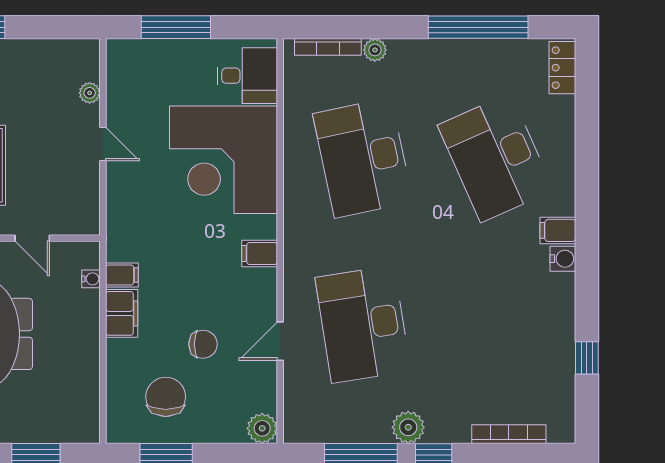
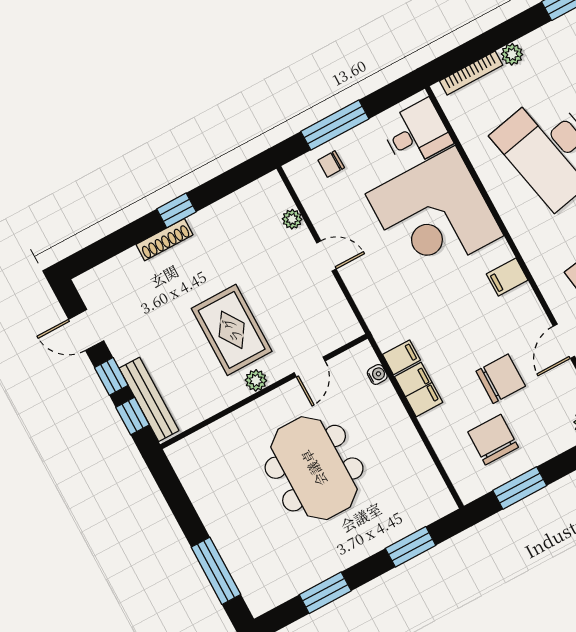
chair: (153, 61) -> (331, 164), added
door: (32, 238) -> (310, 367), hinge flipped
chair: (203, 344) -> (501, 379), width x1.37, depth x1.37

